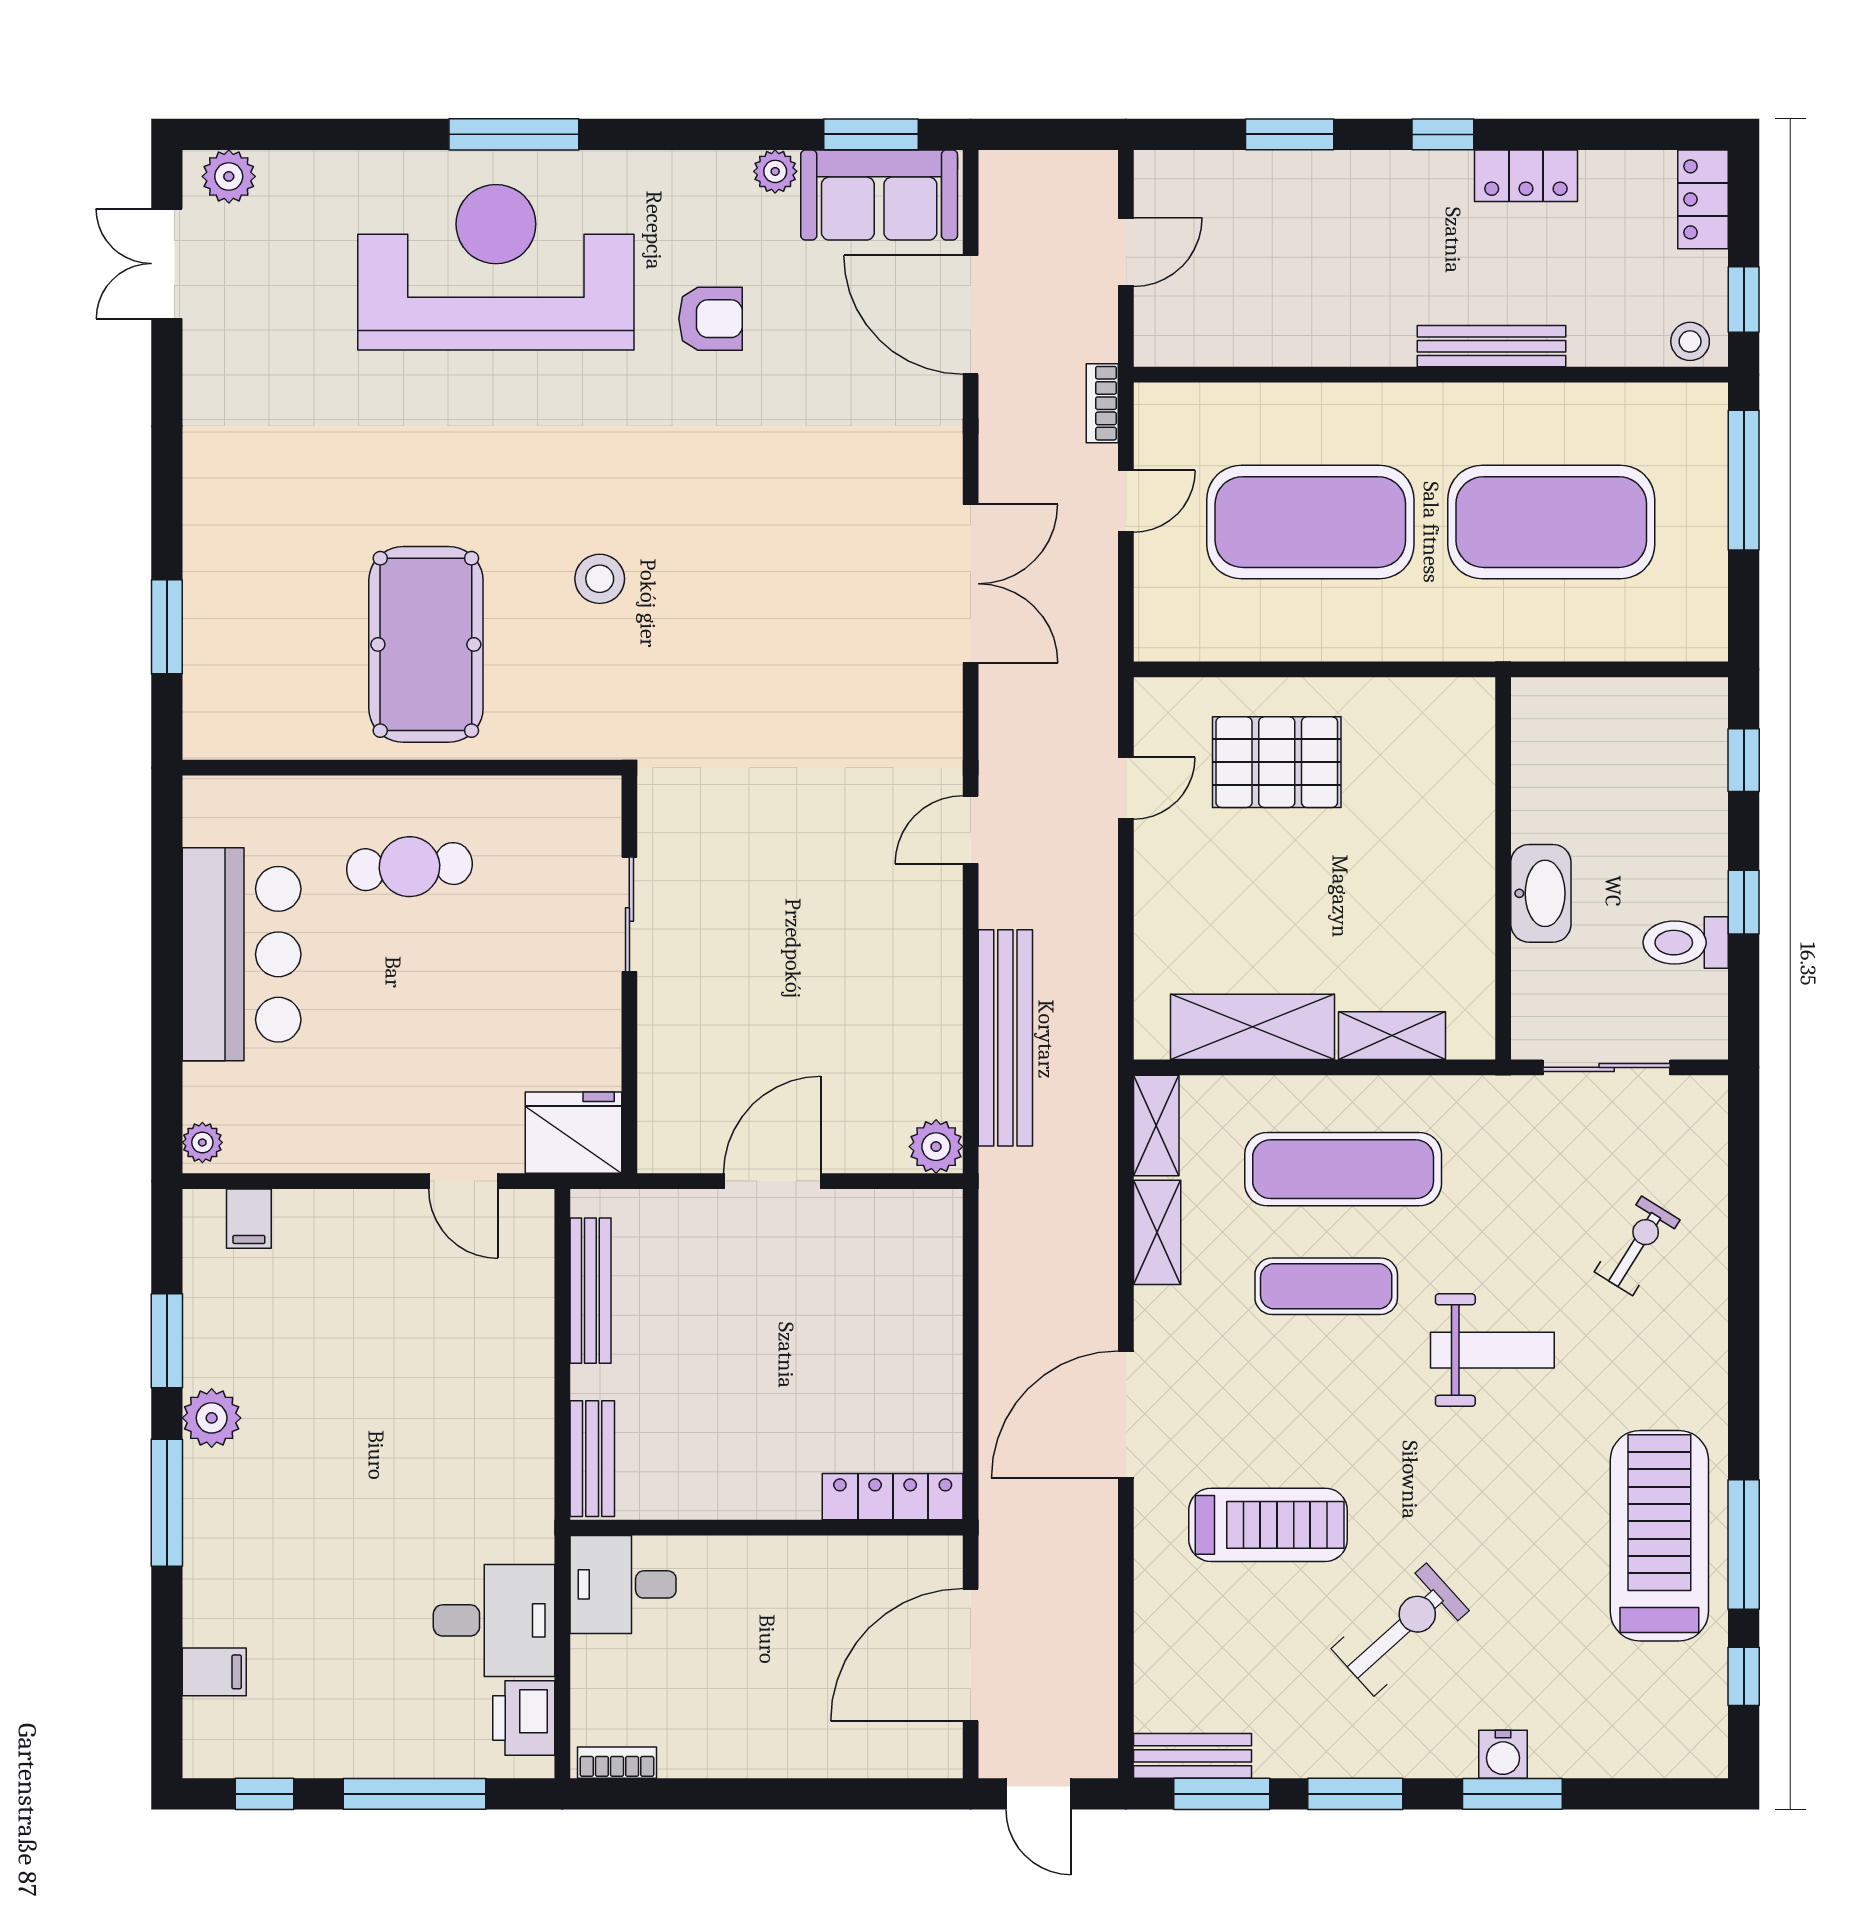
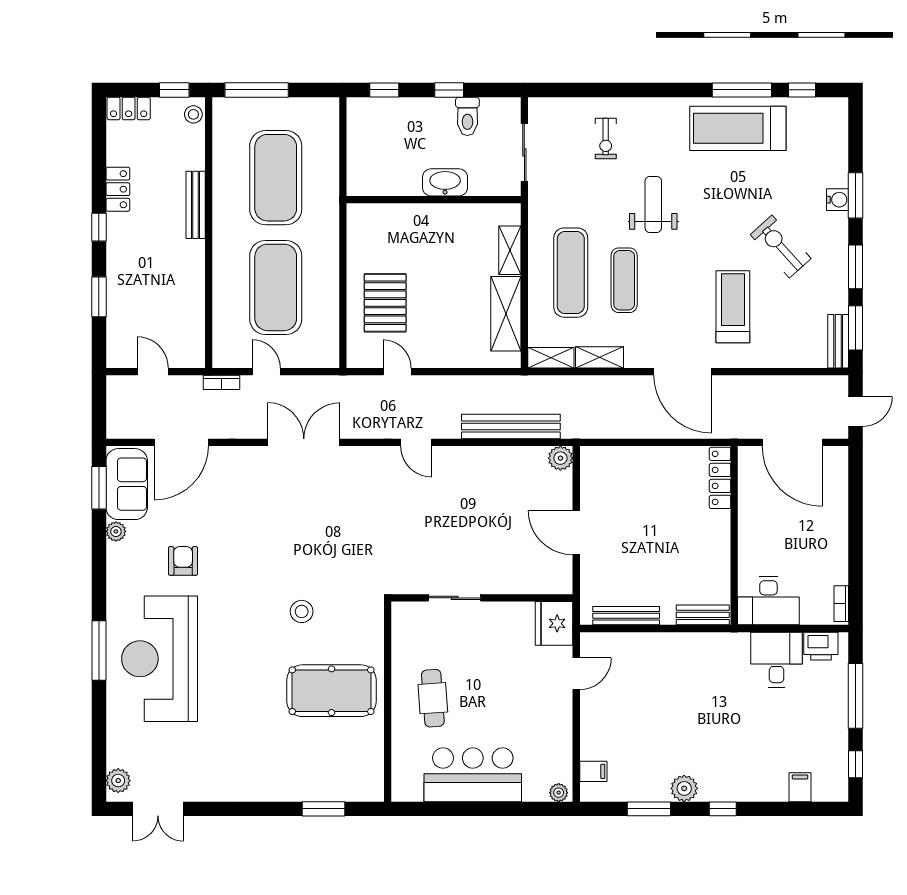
exercise bike: (1637, 1246) -> (606, 139), turned -122
window: (167, 1503) -> (723, 809), width x0.46
desk: (623, 1584) -> (768, 601), width x1.37

